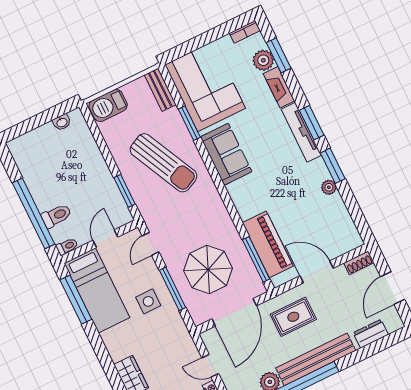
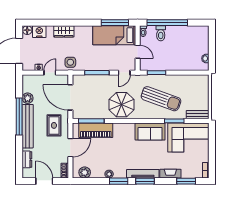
plant: (263, 60) -> (85, 172), moved
barbecue: (108, 105) -> (203, 85), removed
sun lounger: (164, 163) -> (161, 99), turned -134
door: (150, 244) -> (124, 73), swing flipped
parasol: (208, 269) -> (121, 105), moved
side table: (148, 301) -> (70, 62), moved

